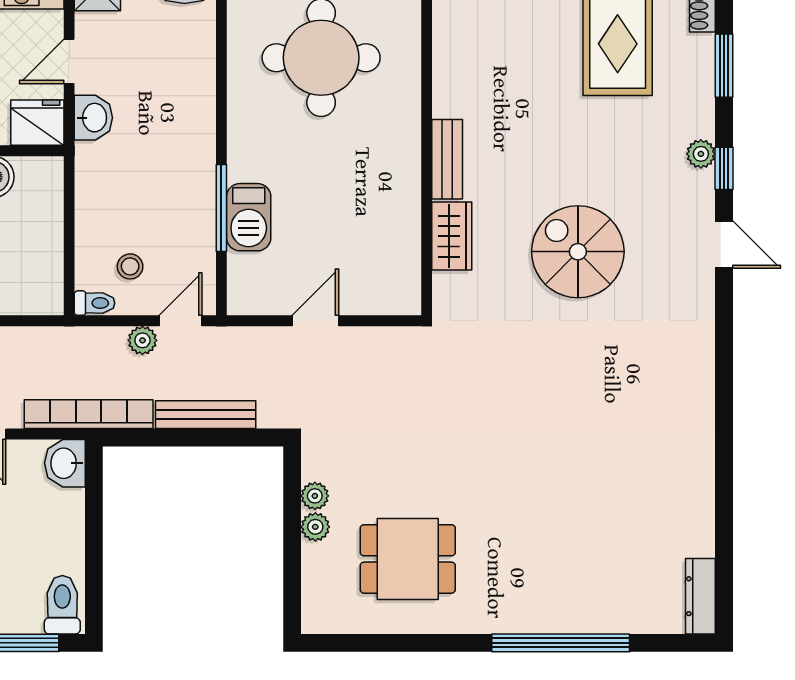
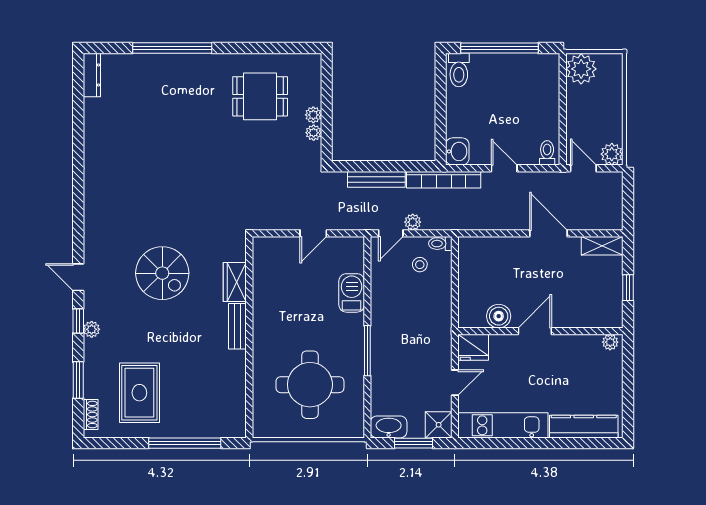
washbasin: (93, 118) -> (441, 350), removed
window: (221, 208) -> (367, 351), moved

